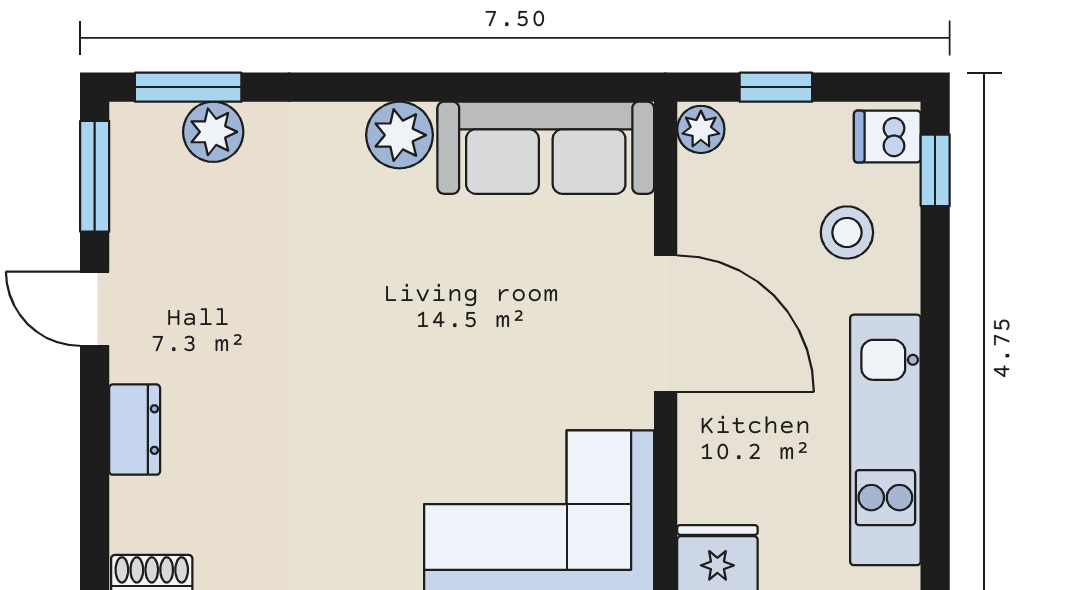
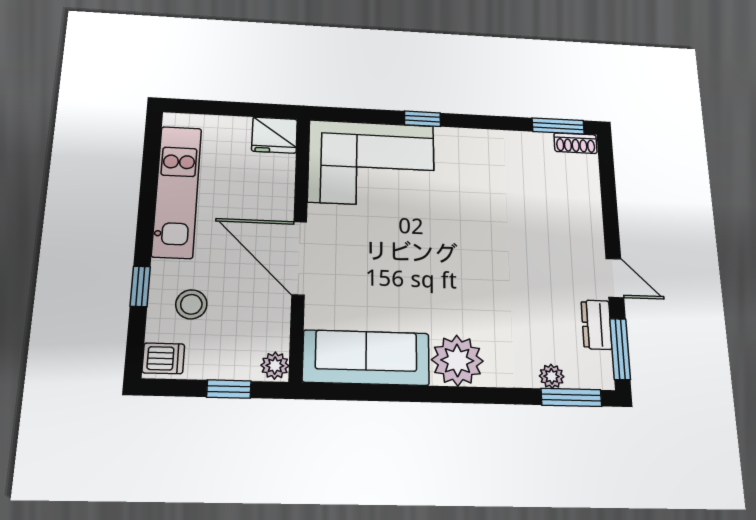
plant: (213, 132) -> (552, 376), width x0.73, depth x0.73
plant: (399, 135) -> (457, 360), width x1.36, depth x1.36
window: (935, 170) -> (140, 286), moved
dresser: (135, 430) -> (597, 325), moved

